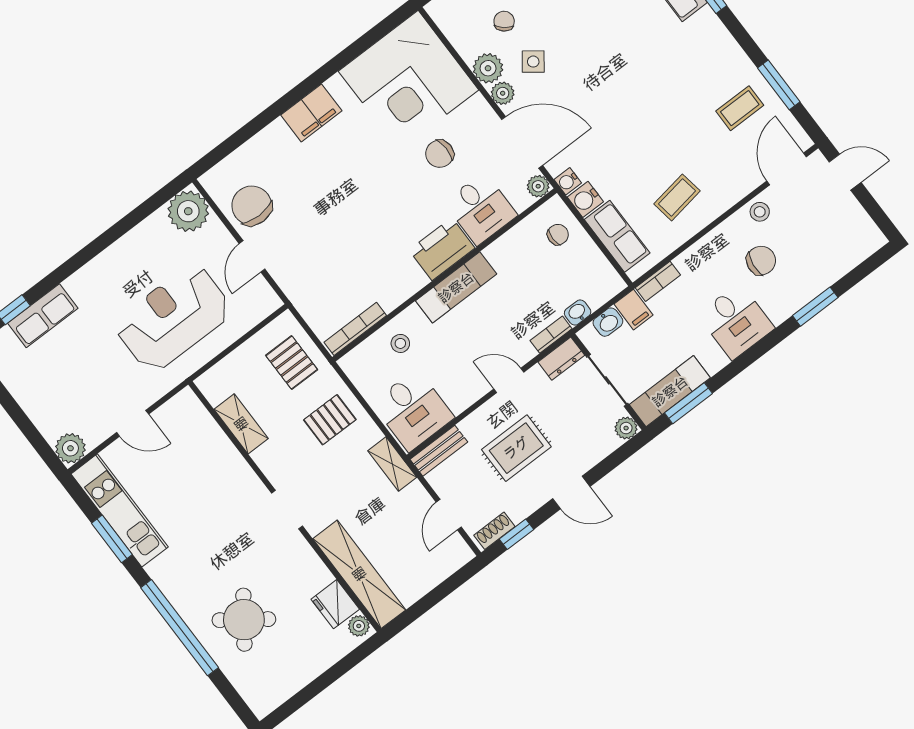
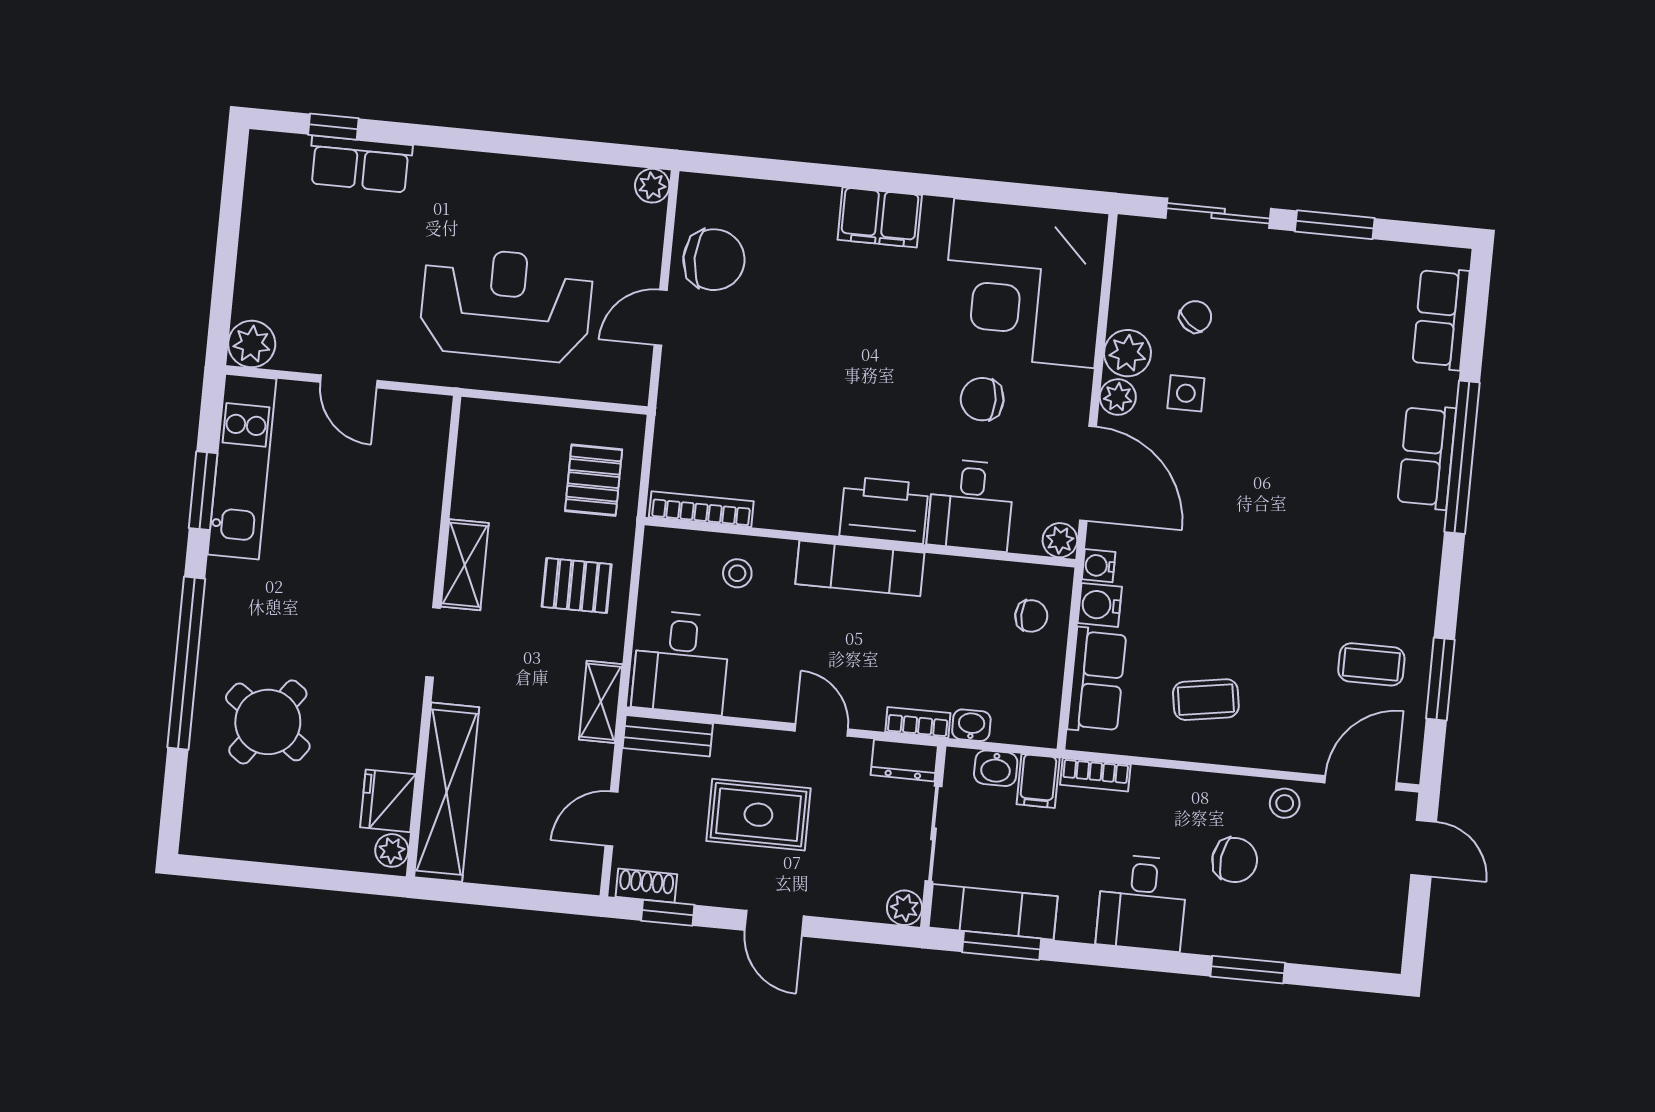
side table: (533, 62) -> (1186, 393), turned -37
chair: (252, 206) -> (714, 260), turned 90
plant: (188, 211) -> (652, 186), width x0.53, depth x0.53
shelving: (241, 424) -> (465, 565), moved

